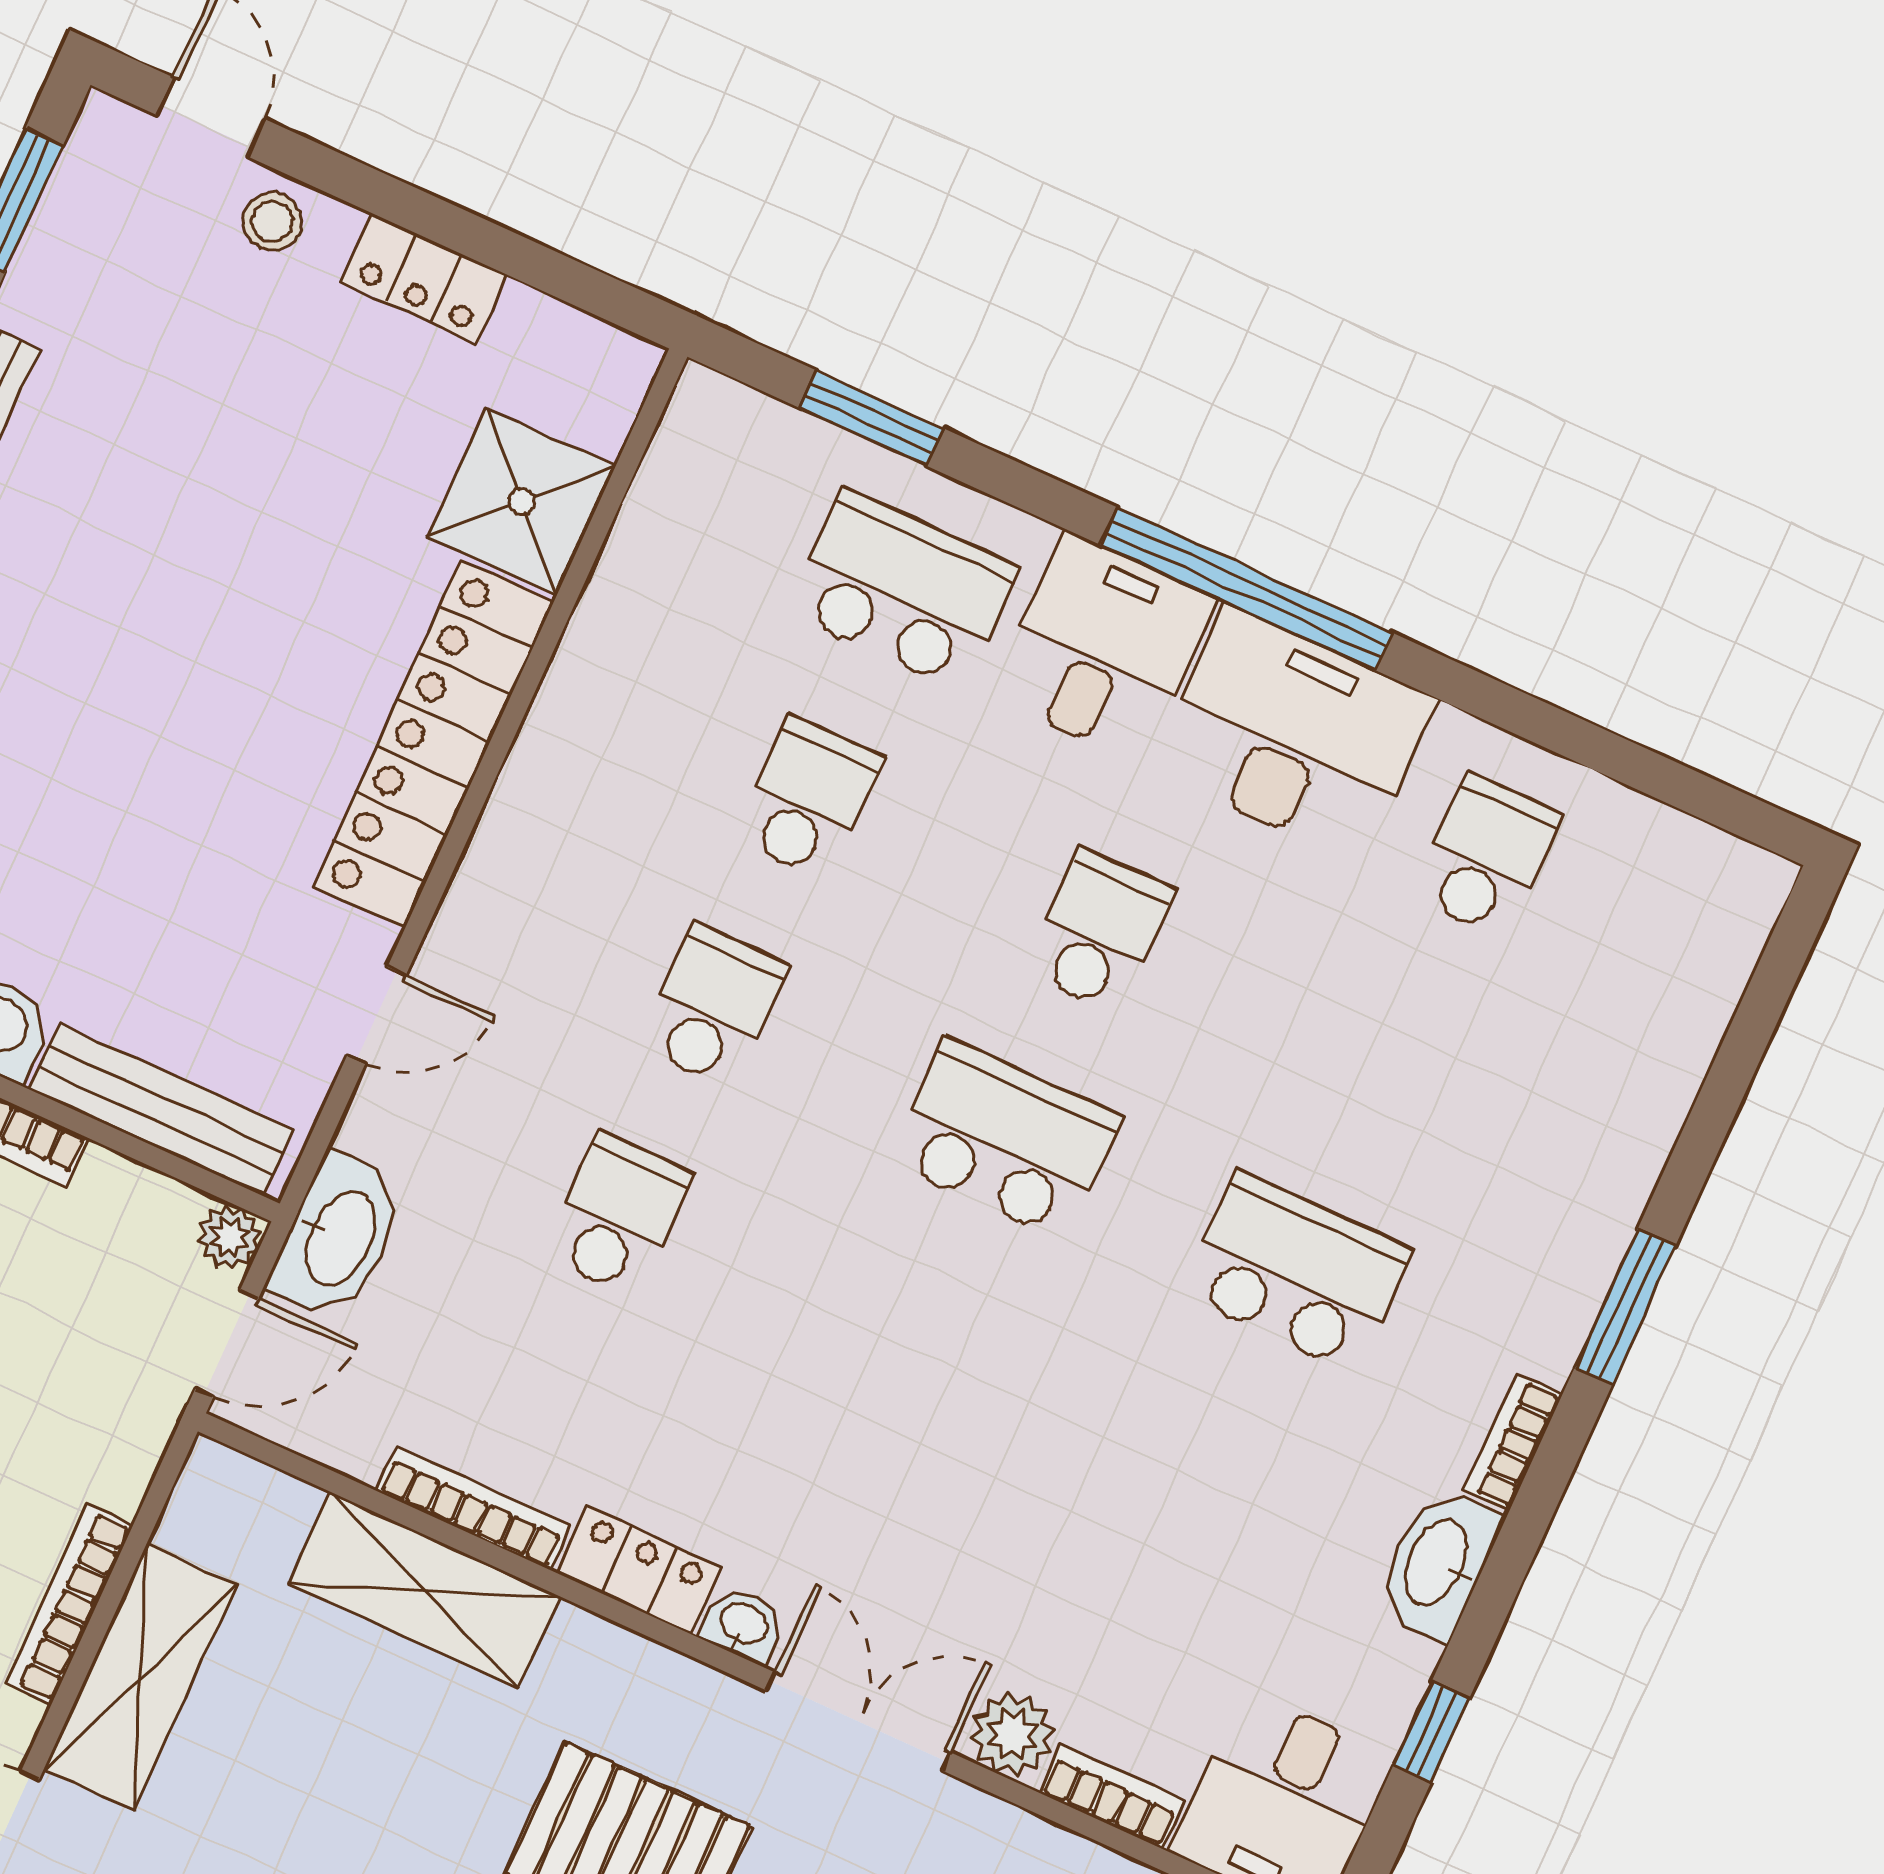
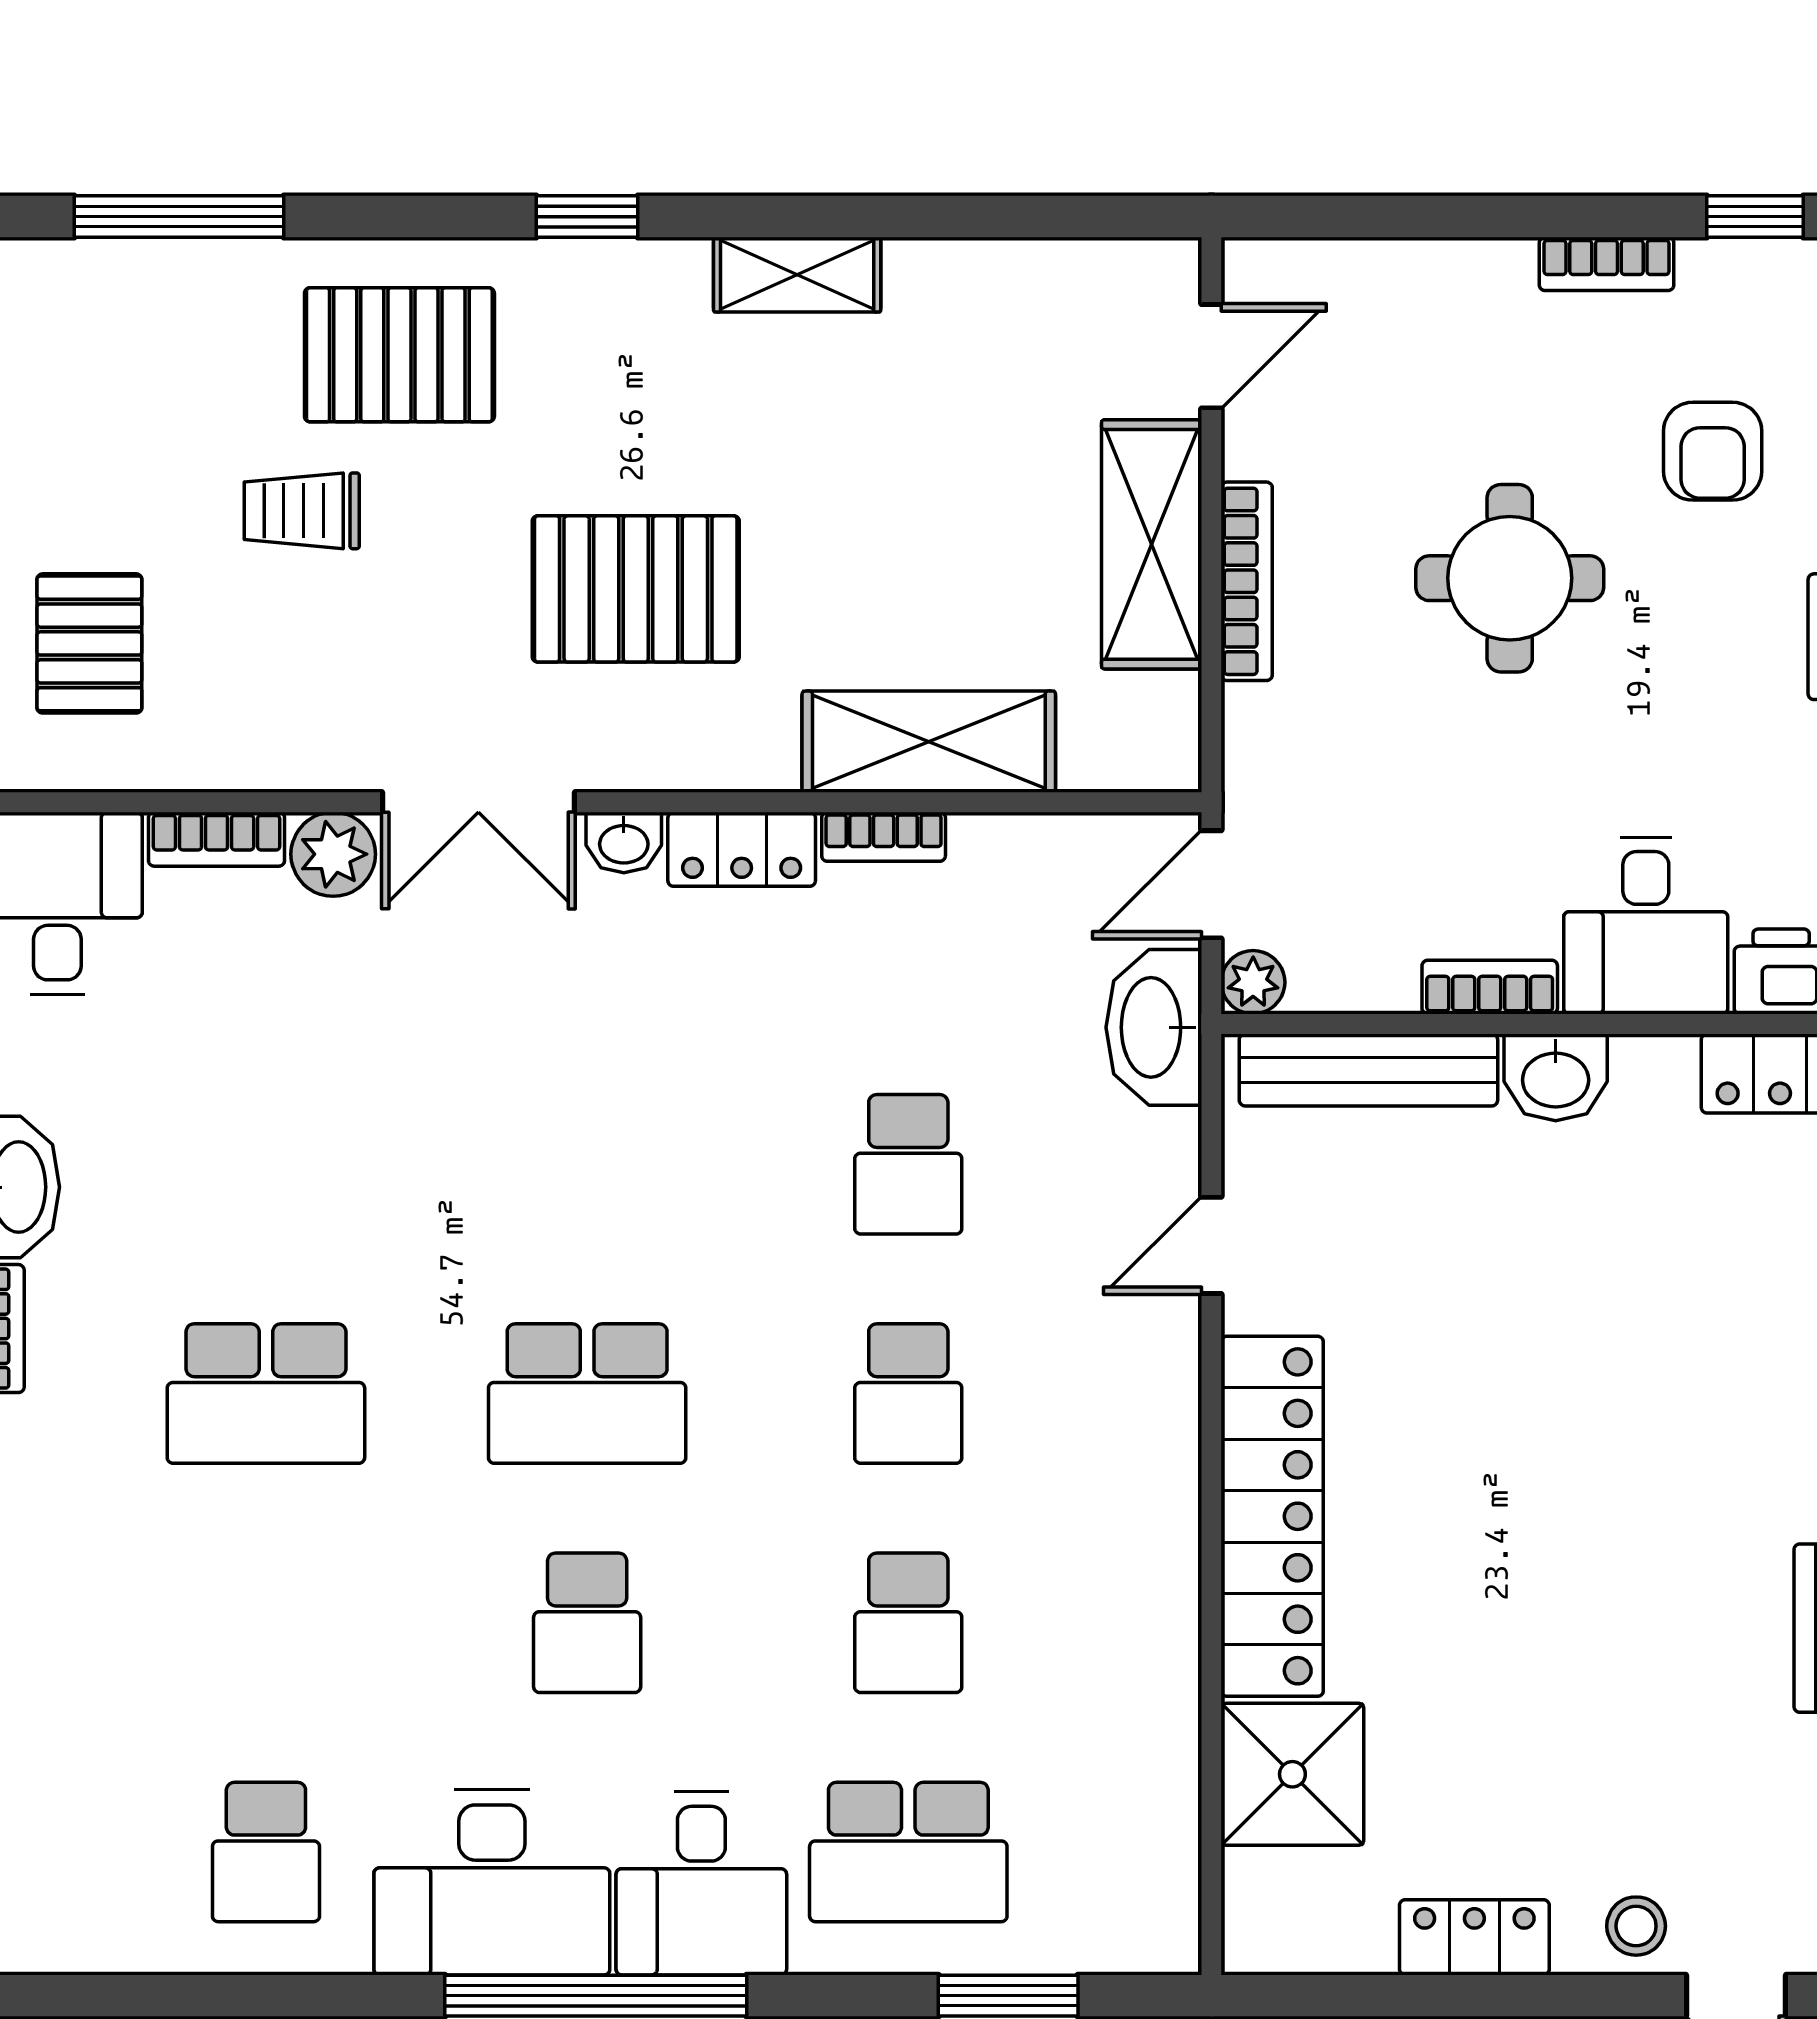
bookcase: (473, 1508) -> (884, 837), width x0.64

